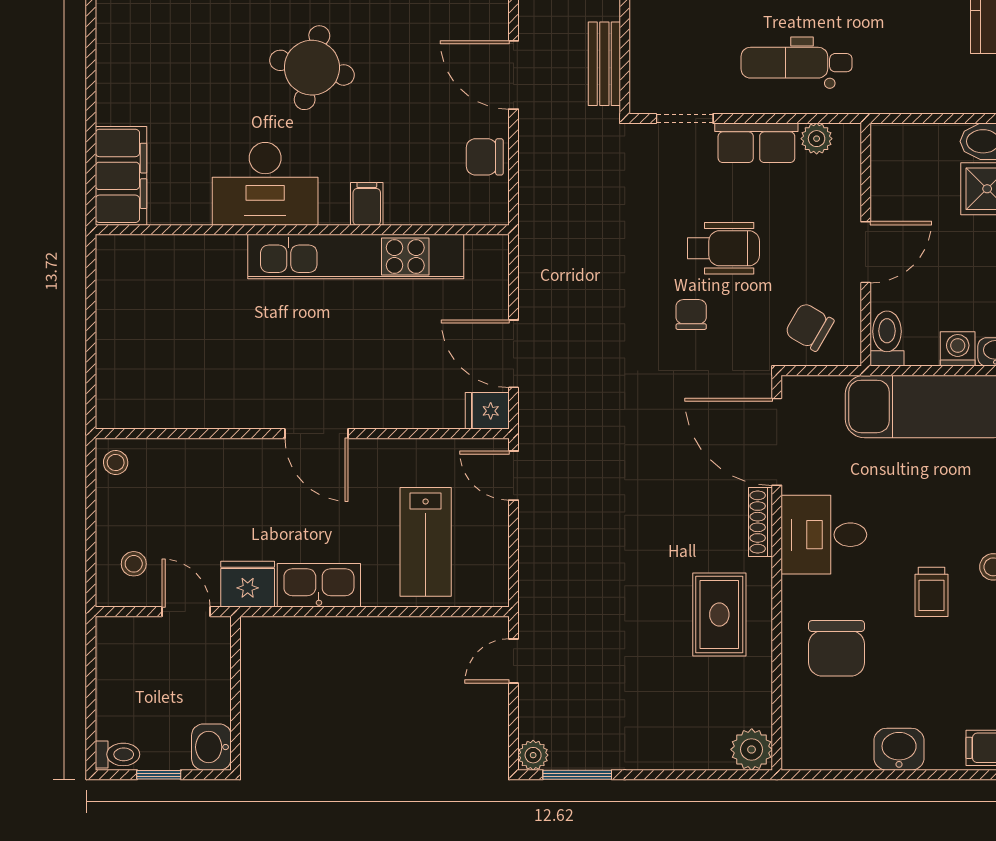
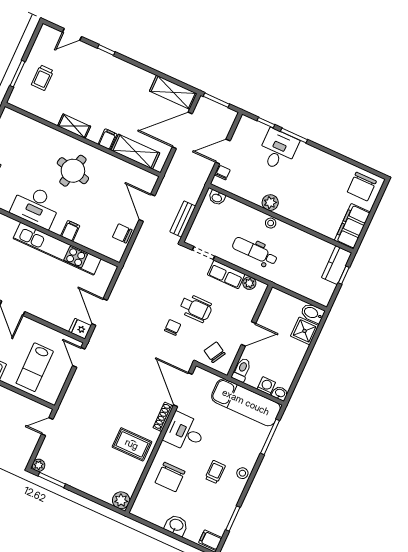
trolley: (931, 592) -> (215, 472), turned 180
rug: (719, 615) -> (132, 444), turned 90

